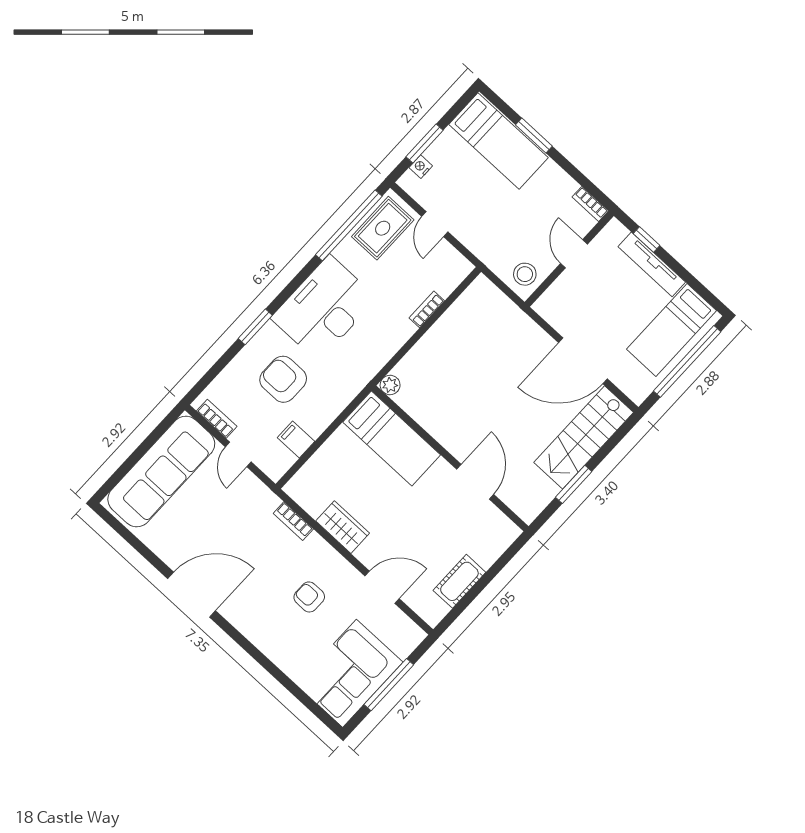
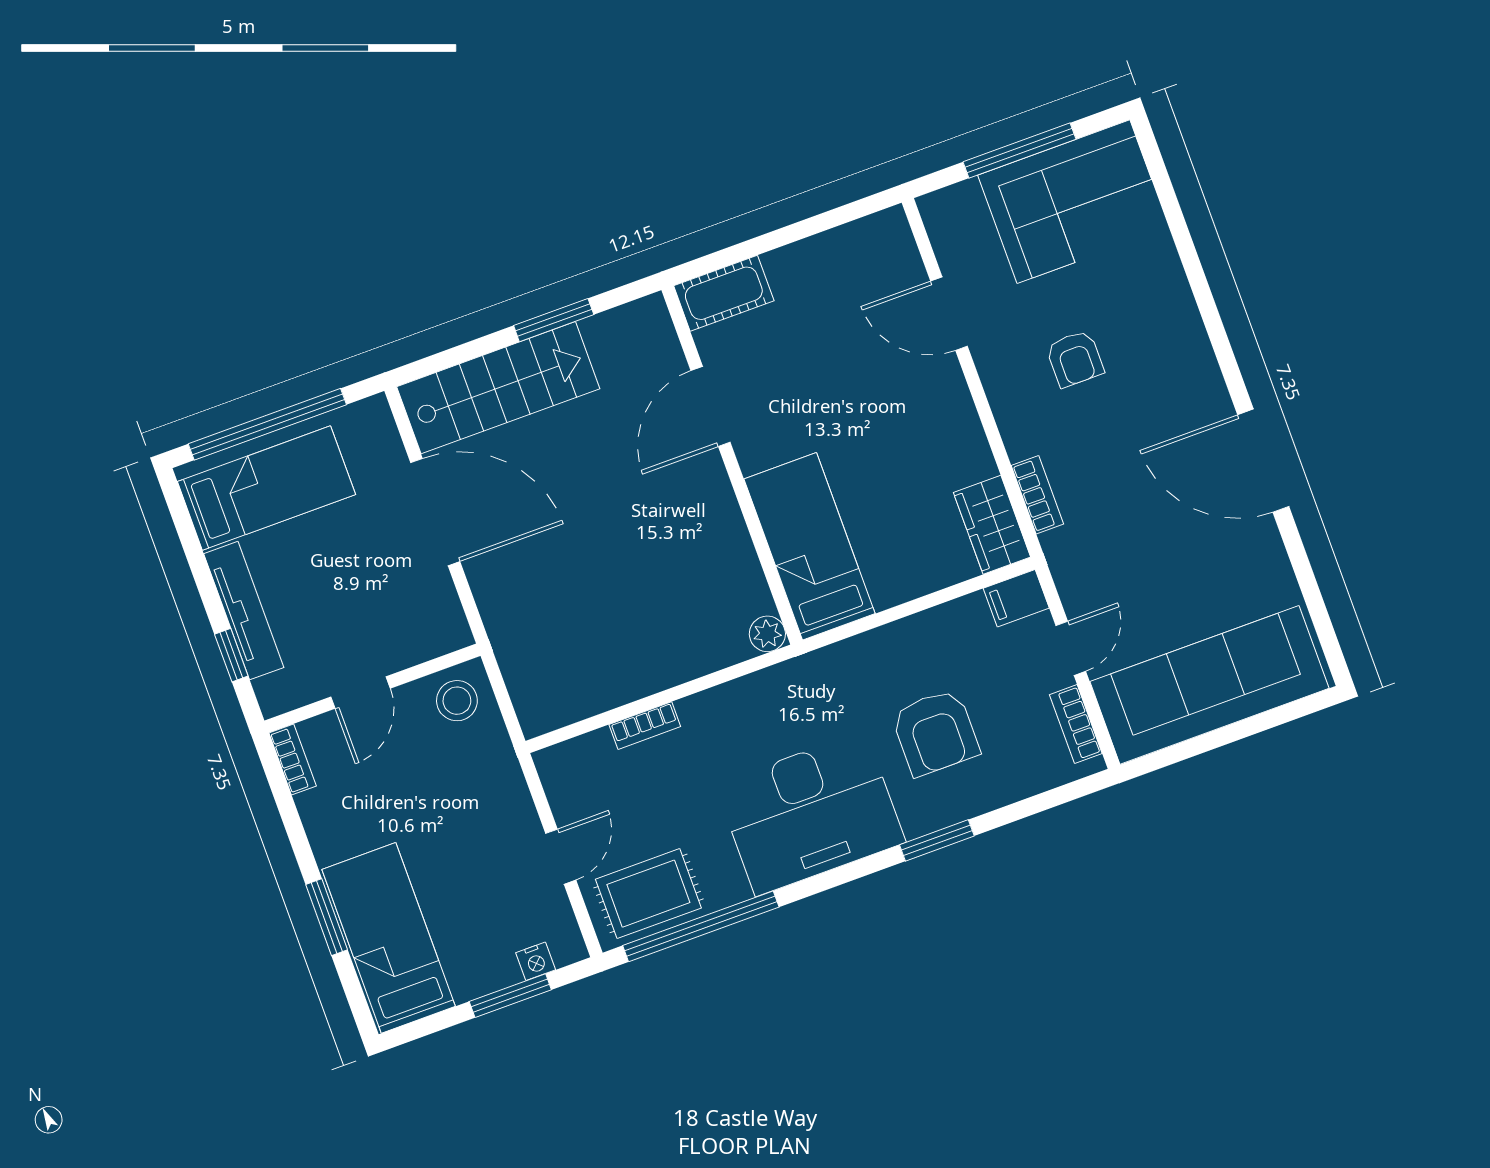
filing cabinet: (296, 439) -> (1016, 598), moved, turned 90
wardrobe: (343, 527) -> (992, 525), moved
cot: (459, 581) -> (724, 293), moved

